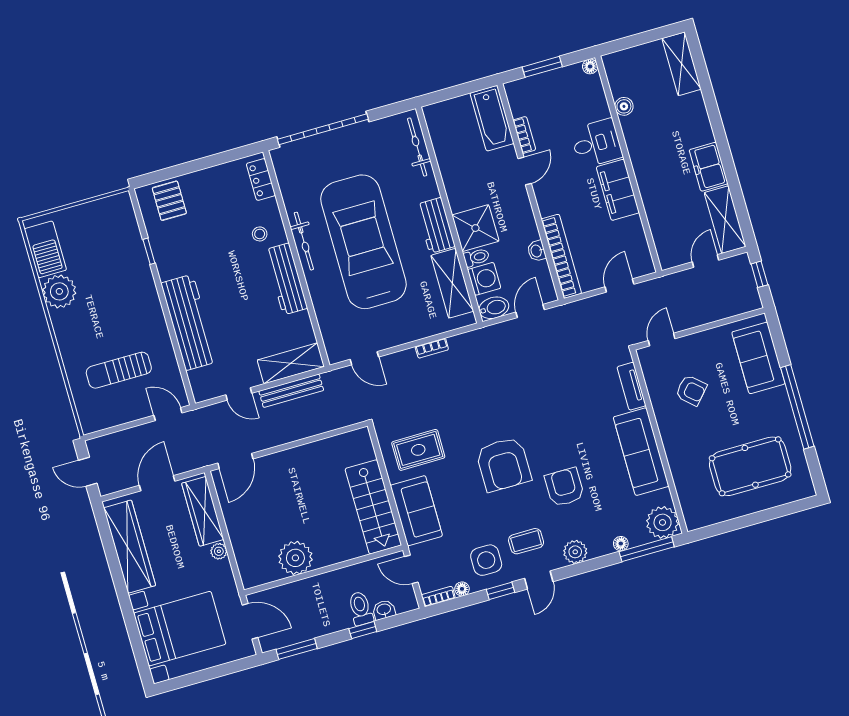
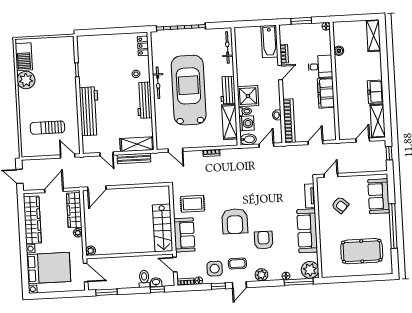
pallet: (169, 201) -> (93, 46), removed
plant: (295, 558) -> (91, 251), moved, width x0.53, depth x0.53
window: (363, 630) -> (157, 289), moved

